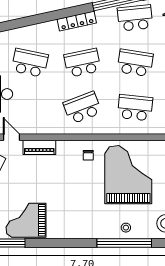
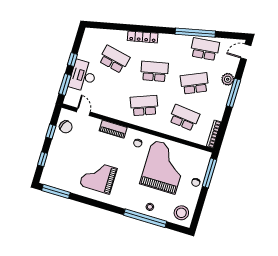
locker: (77, 21) -> (143, 37), moved
school desk: (135, 63) -> (195, 83), turned -33
piano: (39, 147) -> (113, 129), moved
grand piano: (26, 220) -> (98, 177), moved

